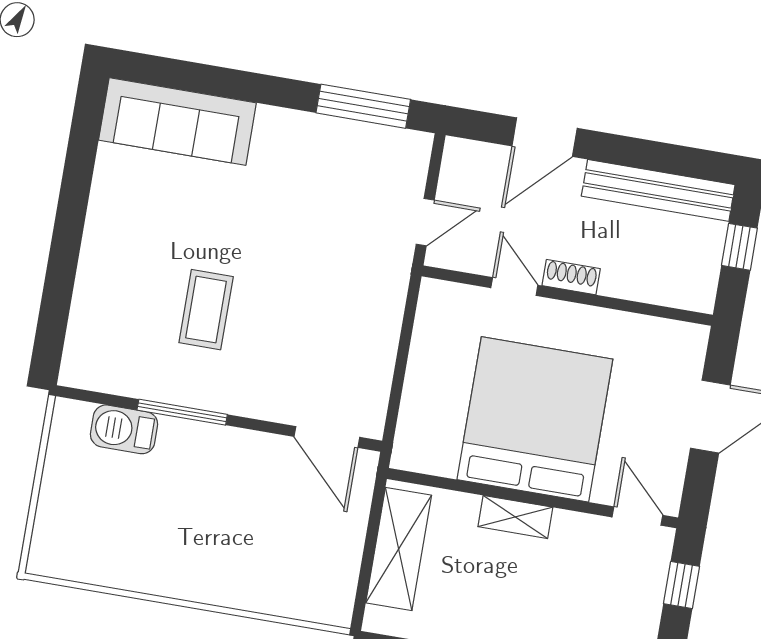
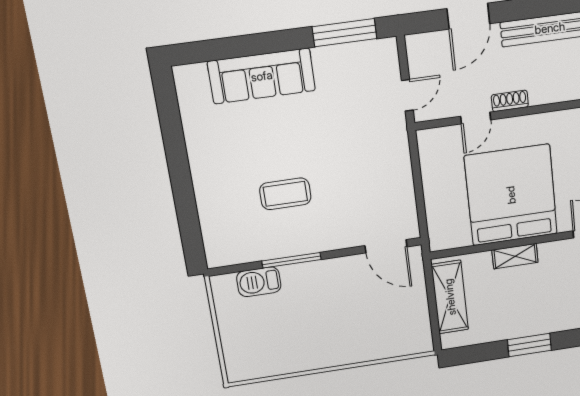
sofa: (177, 121) -> (262, 76), moved
door: (514, 287) -> (476, 118), swing flipped
coffee table: (206, 310) -> (285, 194), turned 90

